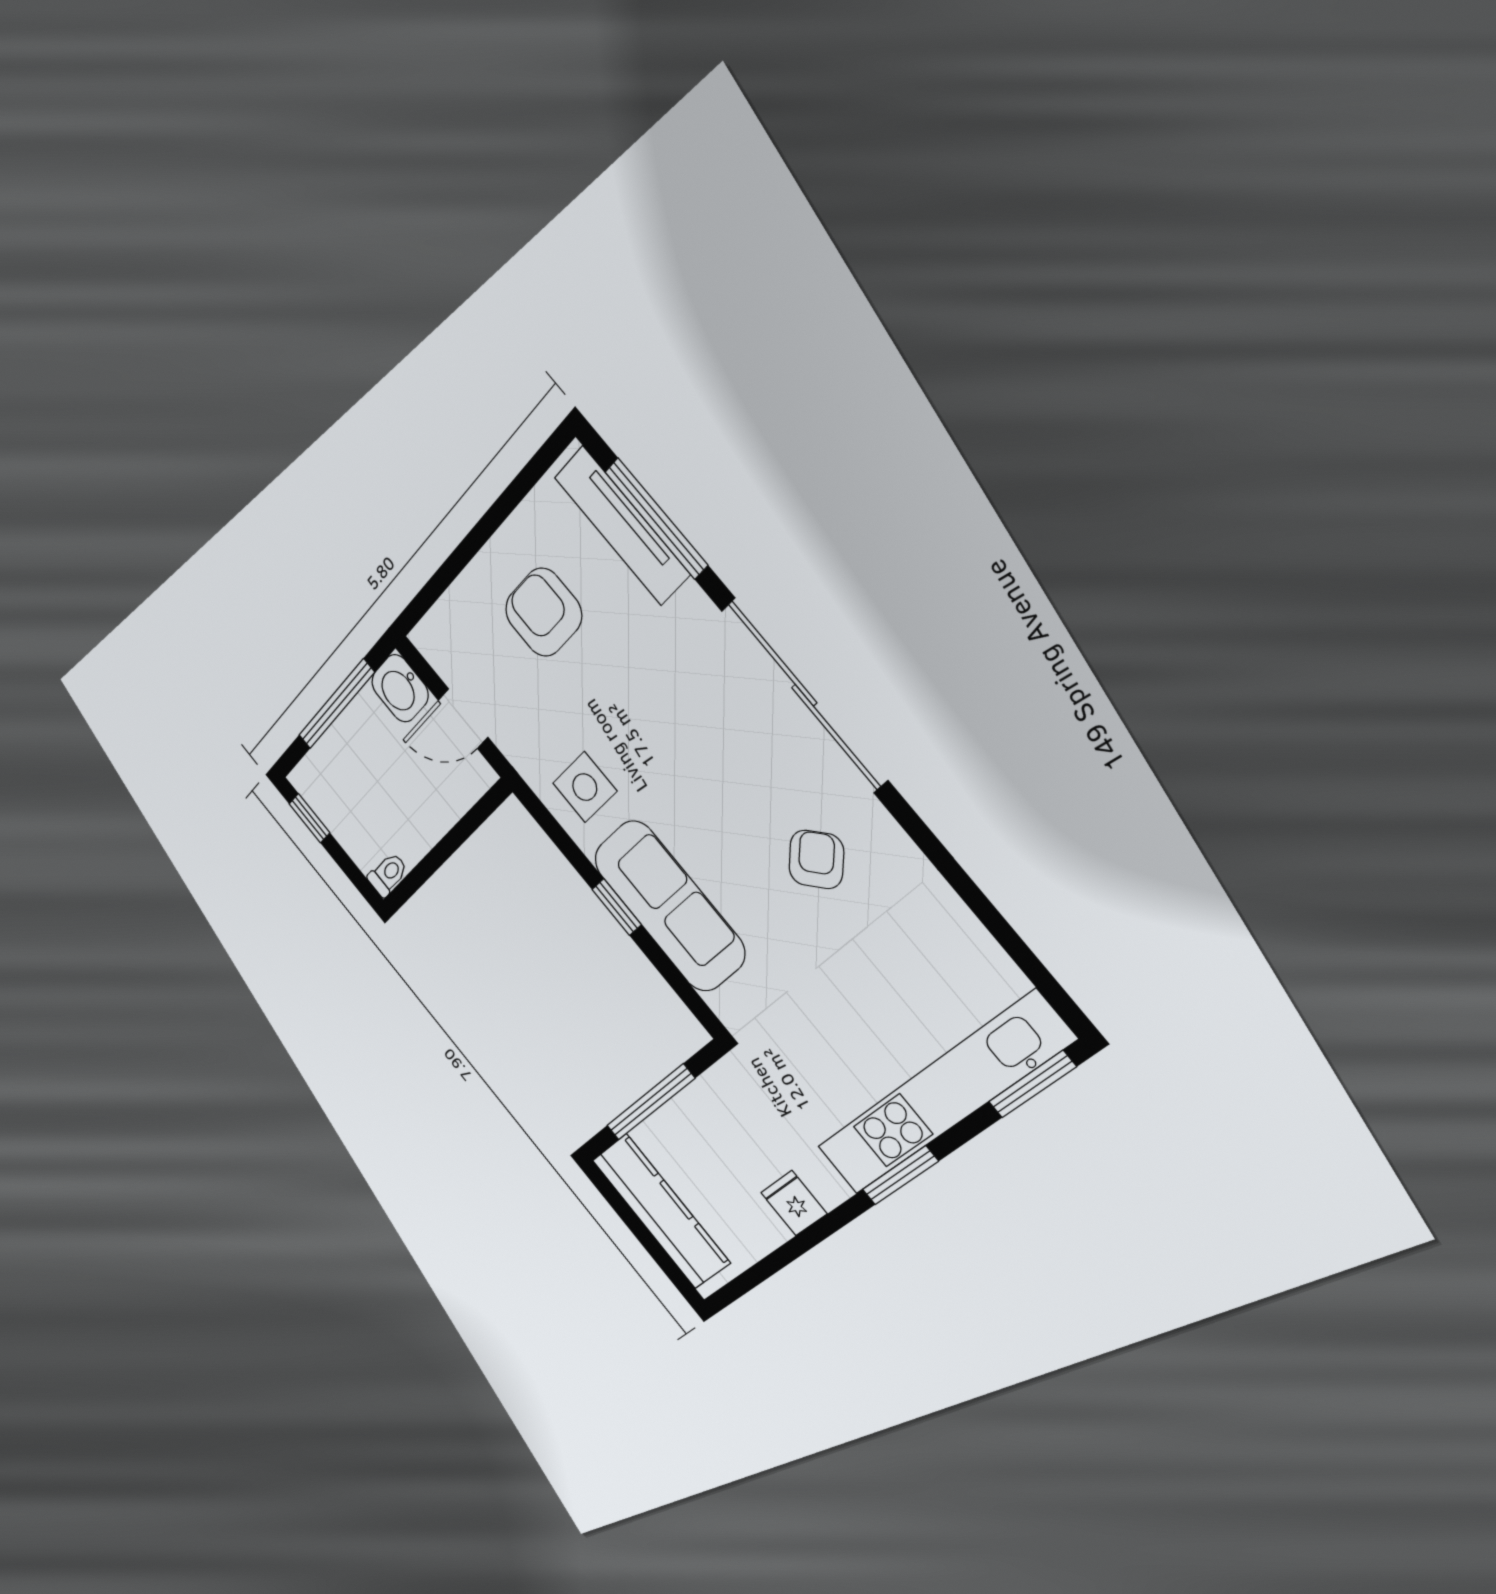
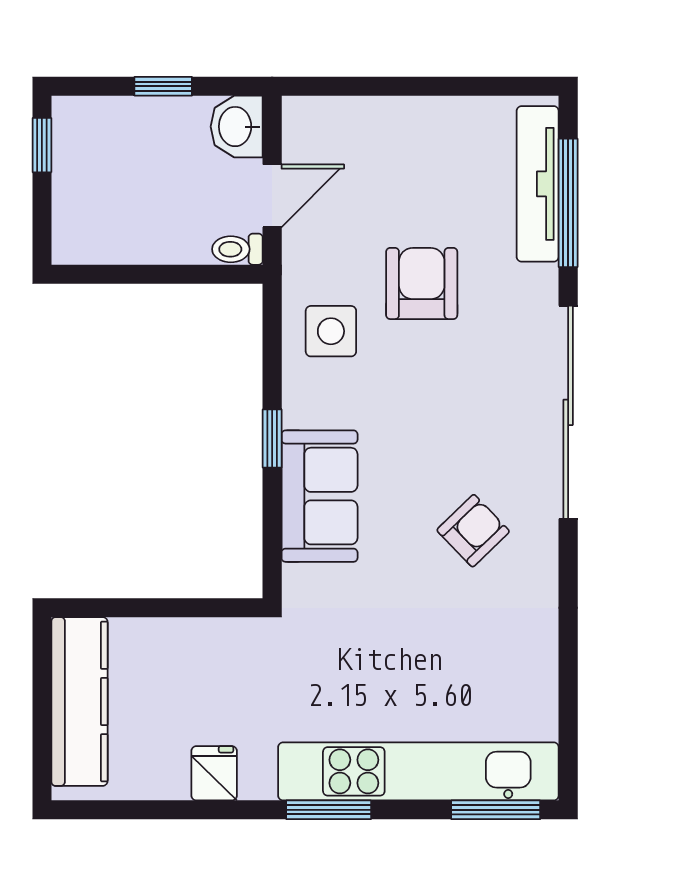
armchair: (544, 612) -> (422, 283), moved
window: (336, 704) -> (163, 86), width x0.46
door: (463, 719) -> (272, 196), swing flipped
toilet: (388, 874) -> (237, 249), moved, turned 180
sofa: (669, 906) -> (320, 496), width x0.73
window: (650, 1102) -> (156, 608), removed

